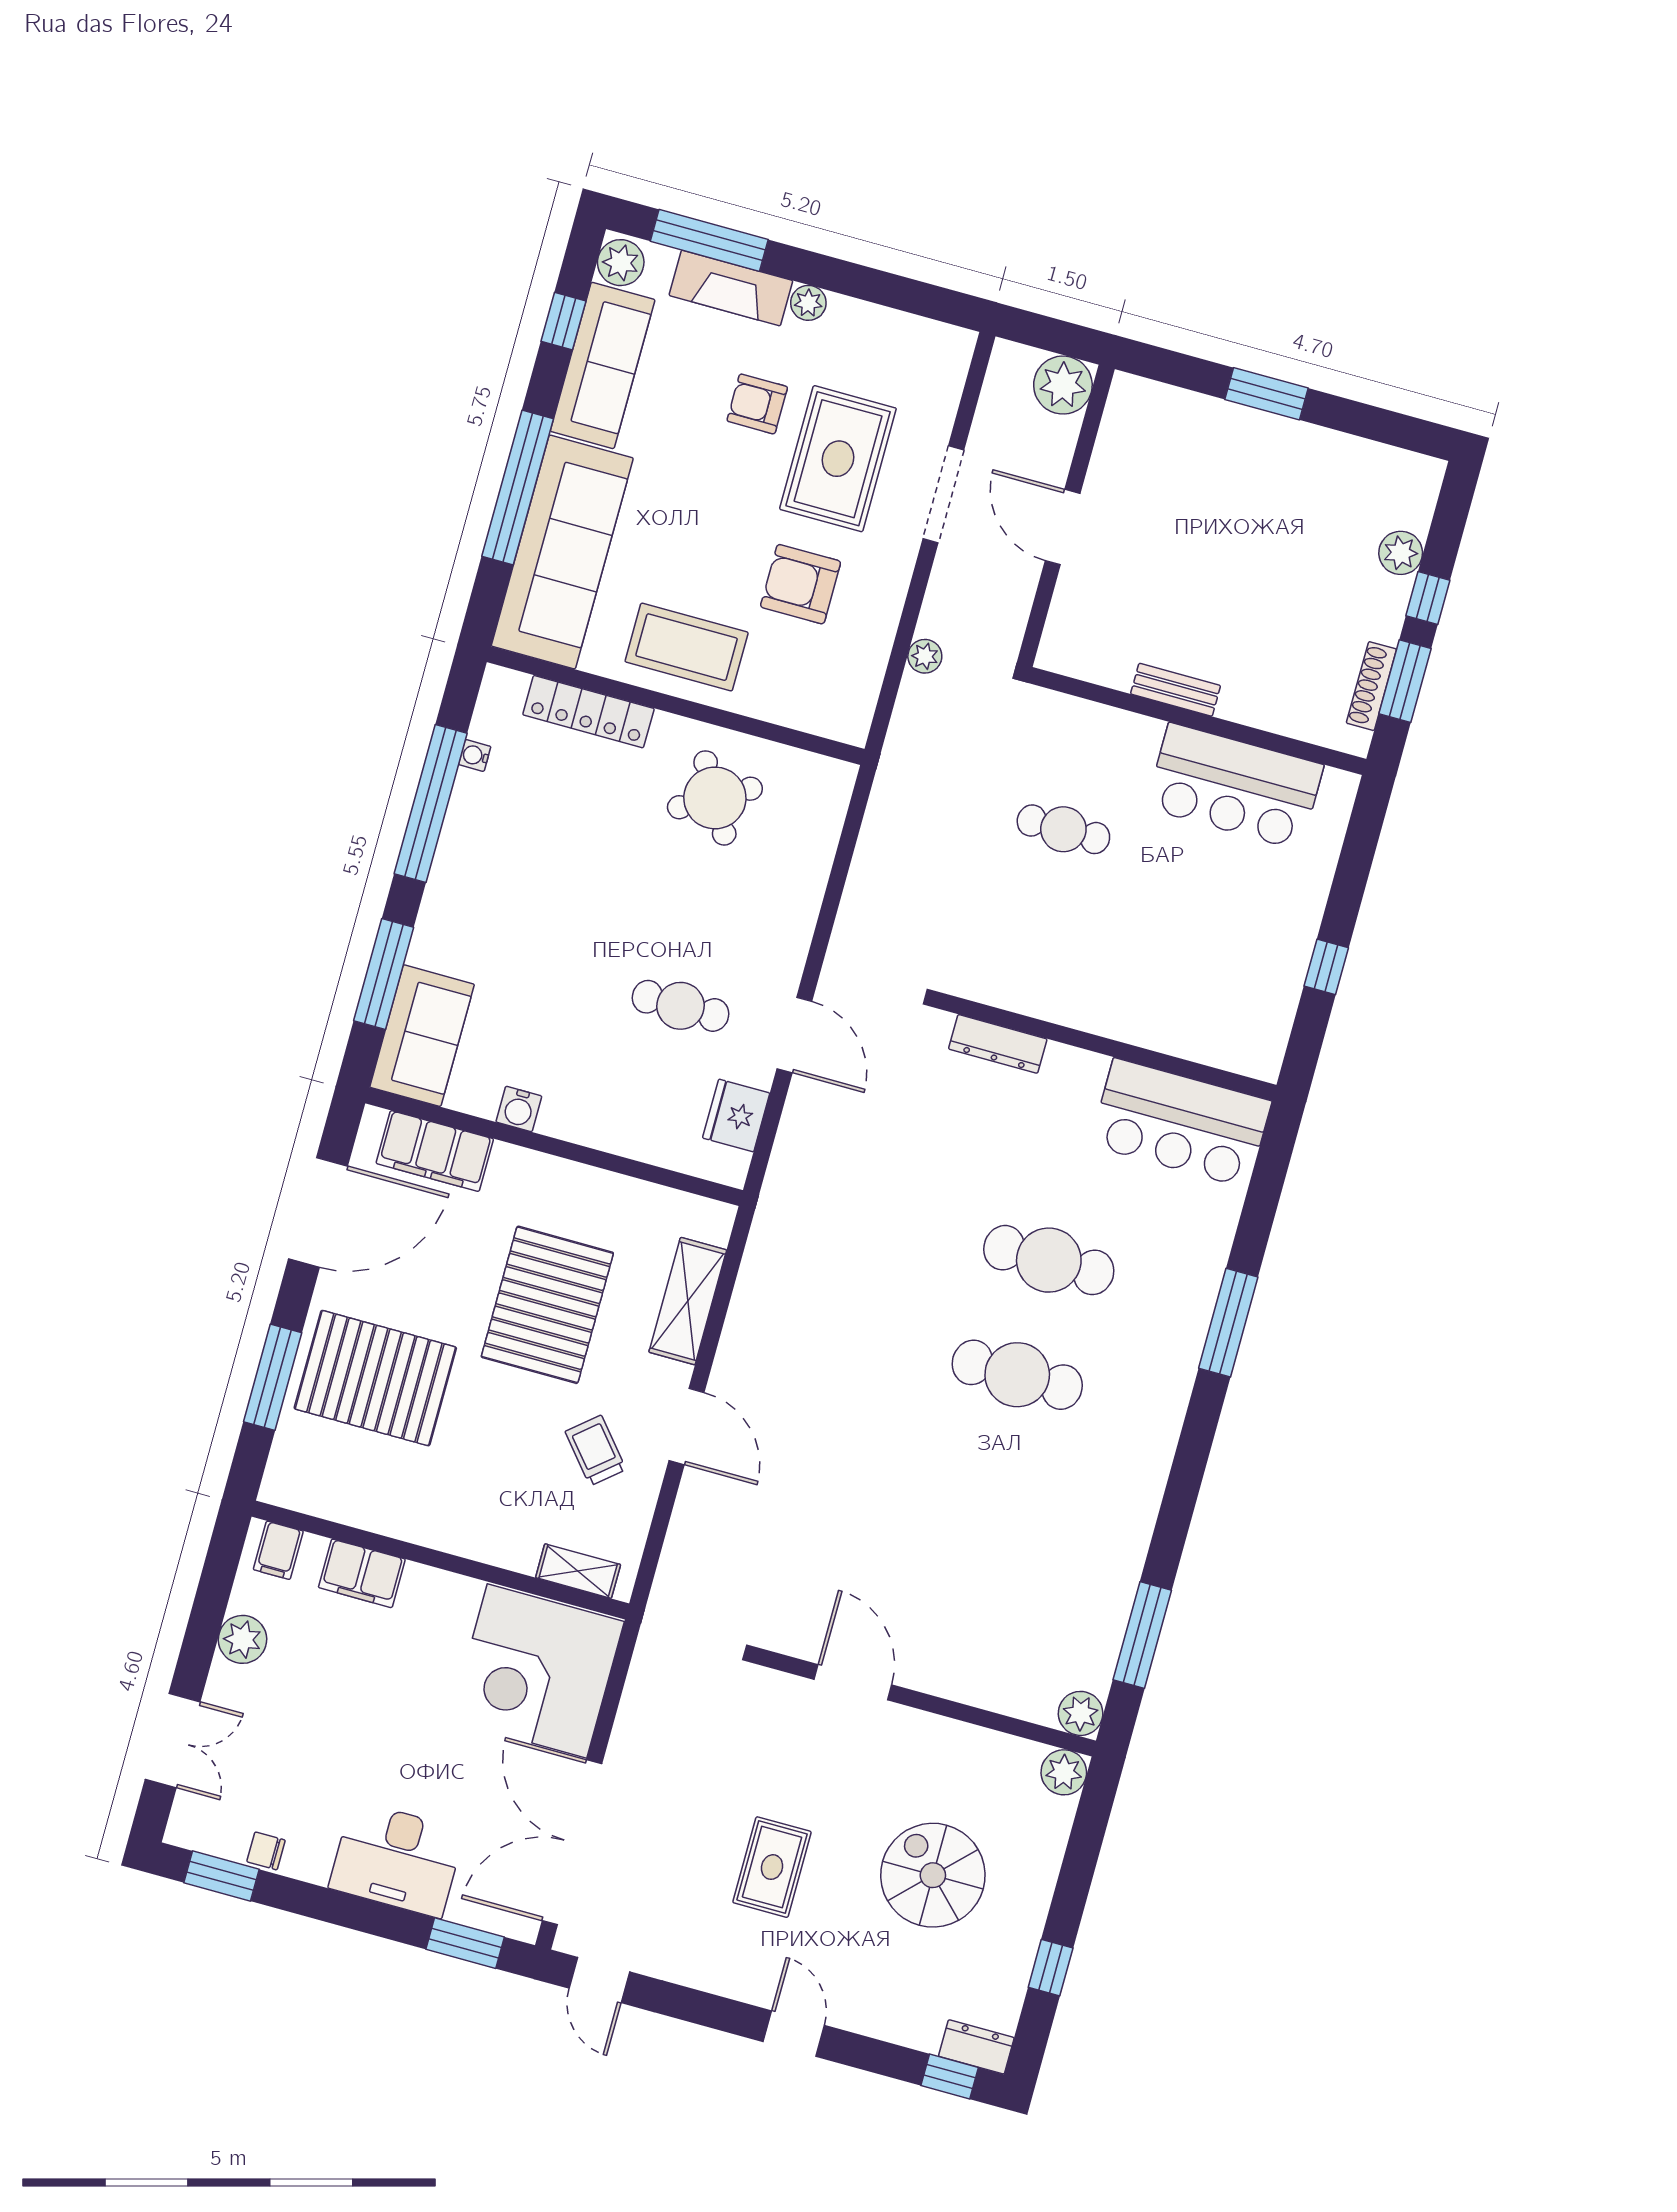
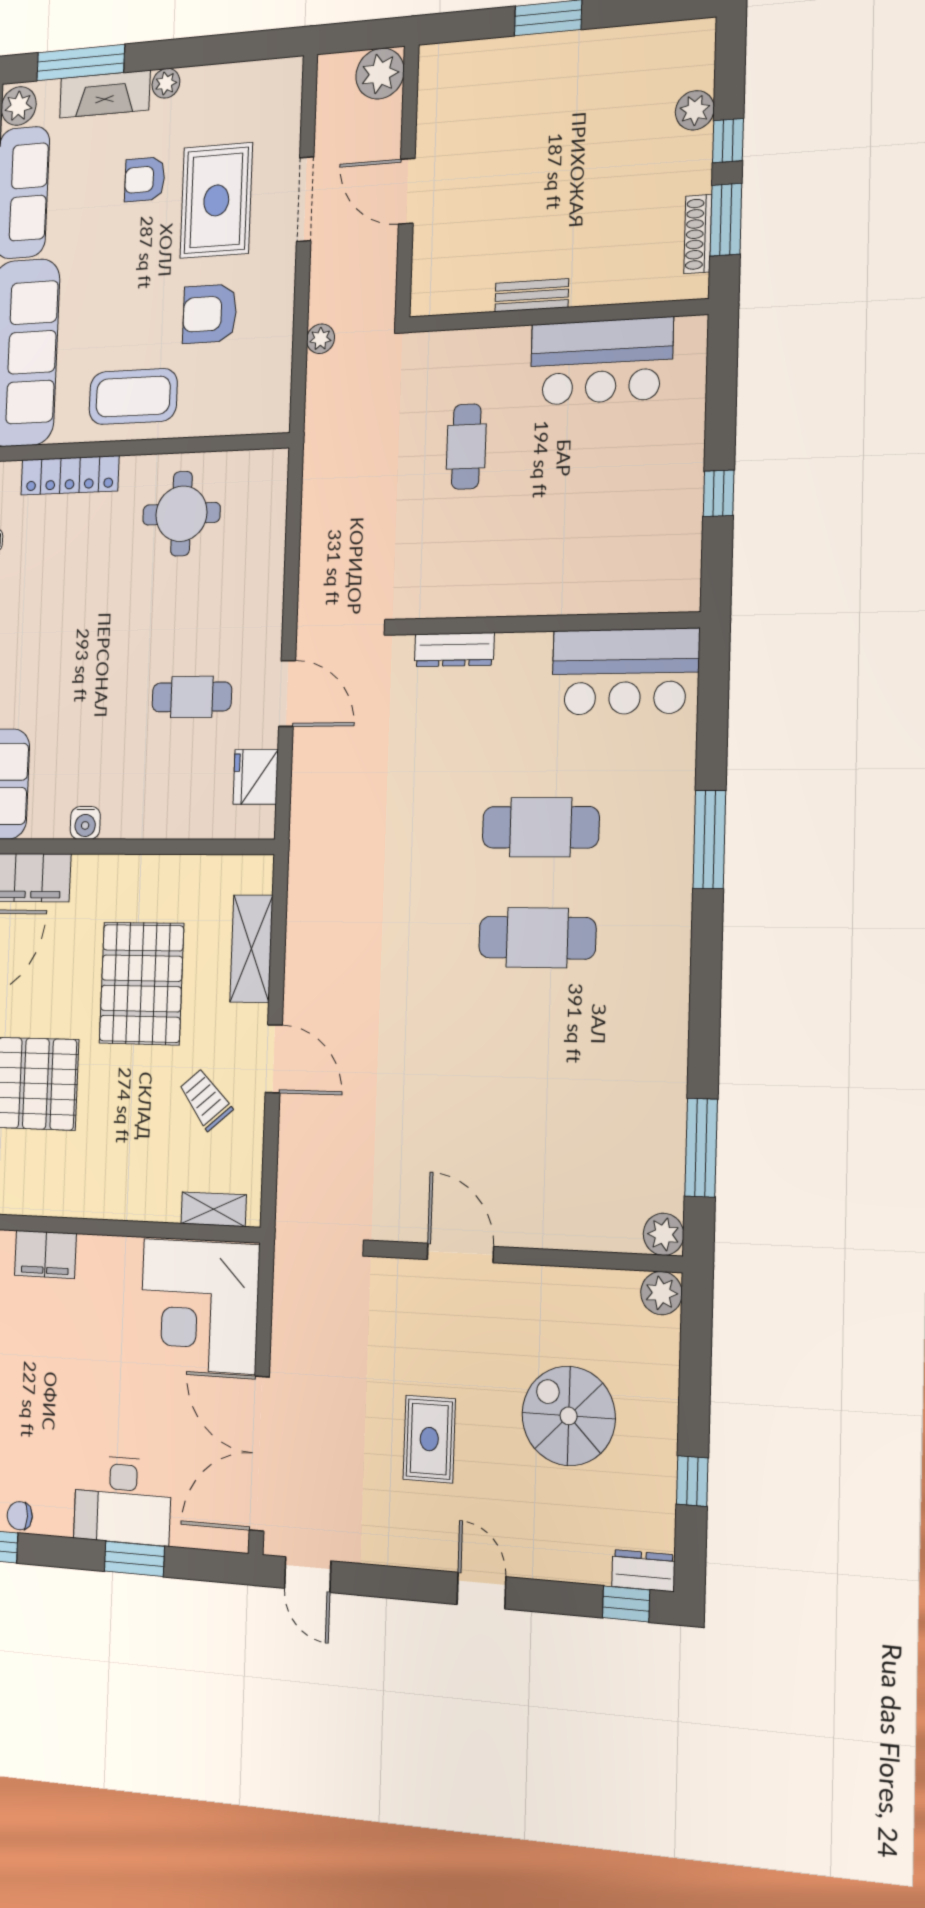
round table: (715, 798) -> (181, 514), turned 30
cafe table: (1063, 829) -> (466, 447), turned 90
window: (465, 1943) -> (134, 1559), moved

